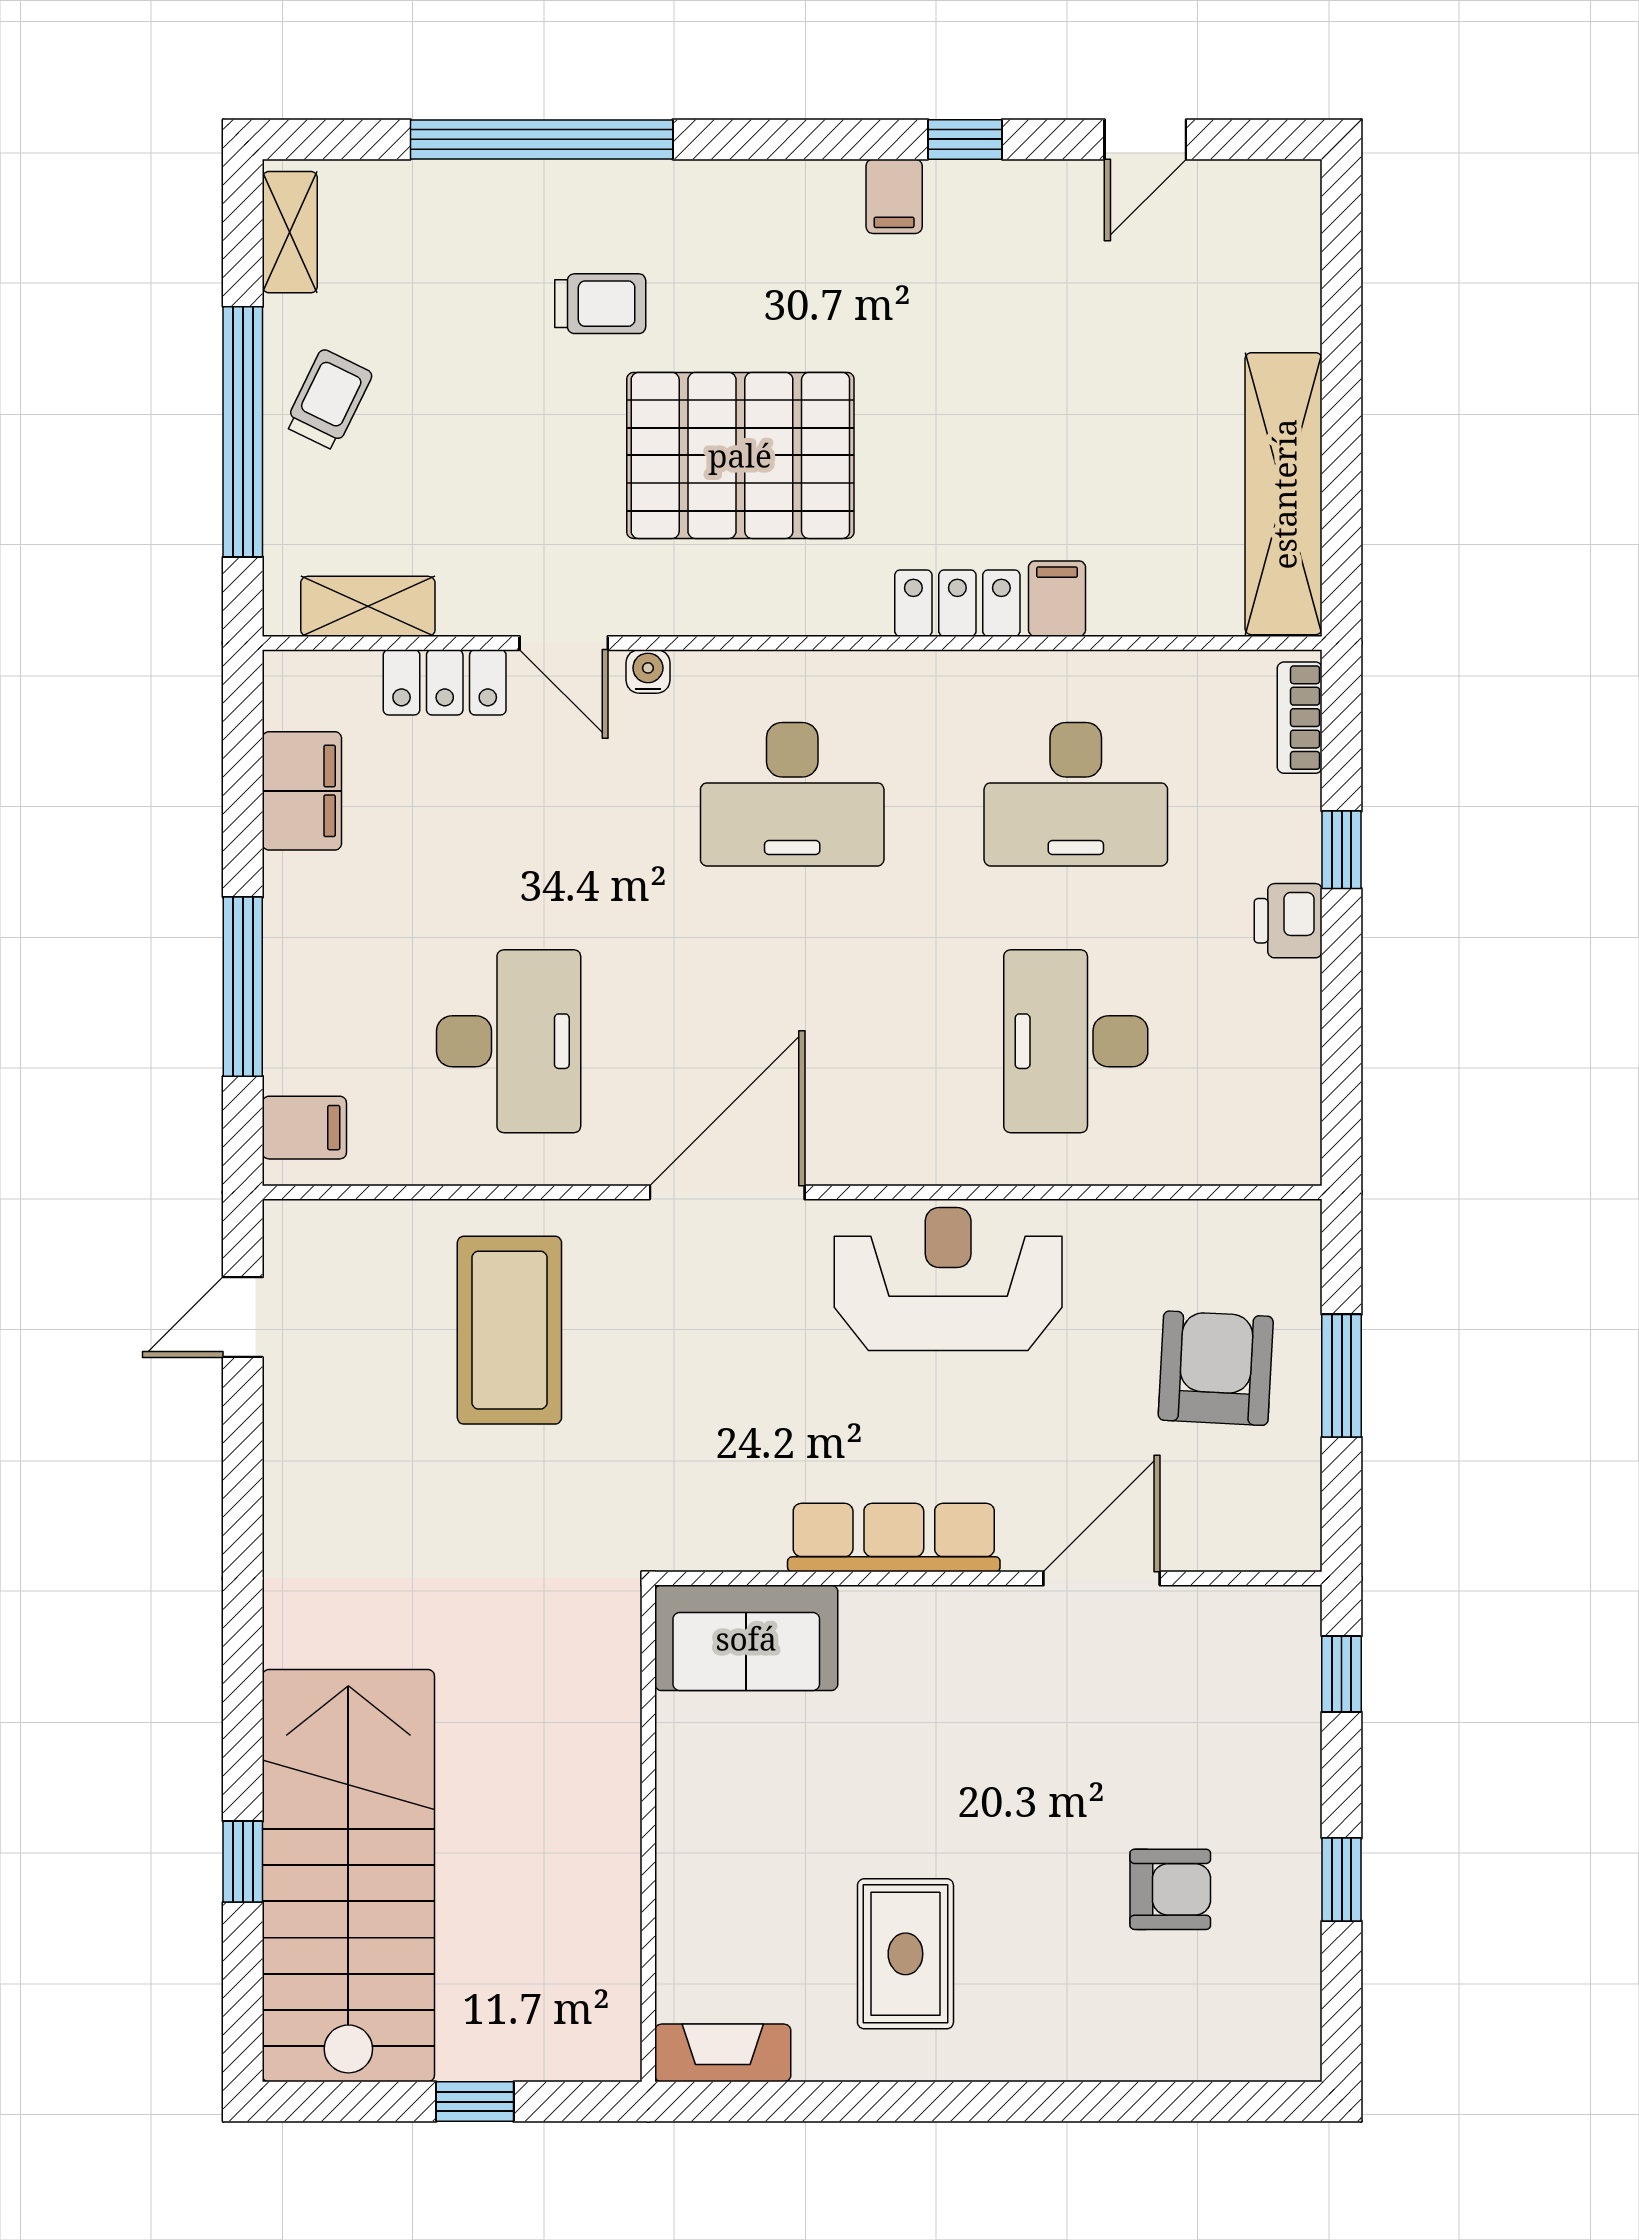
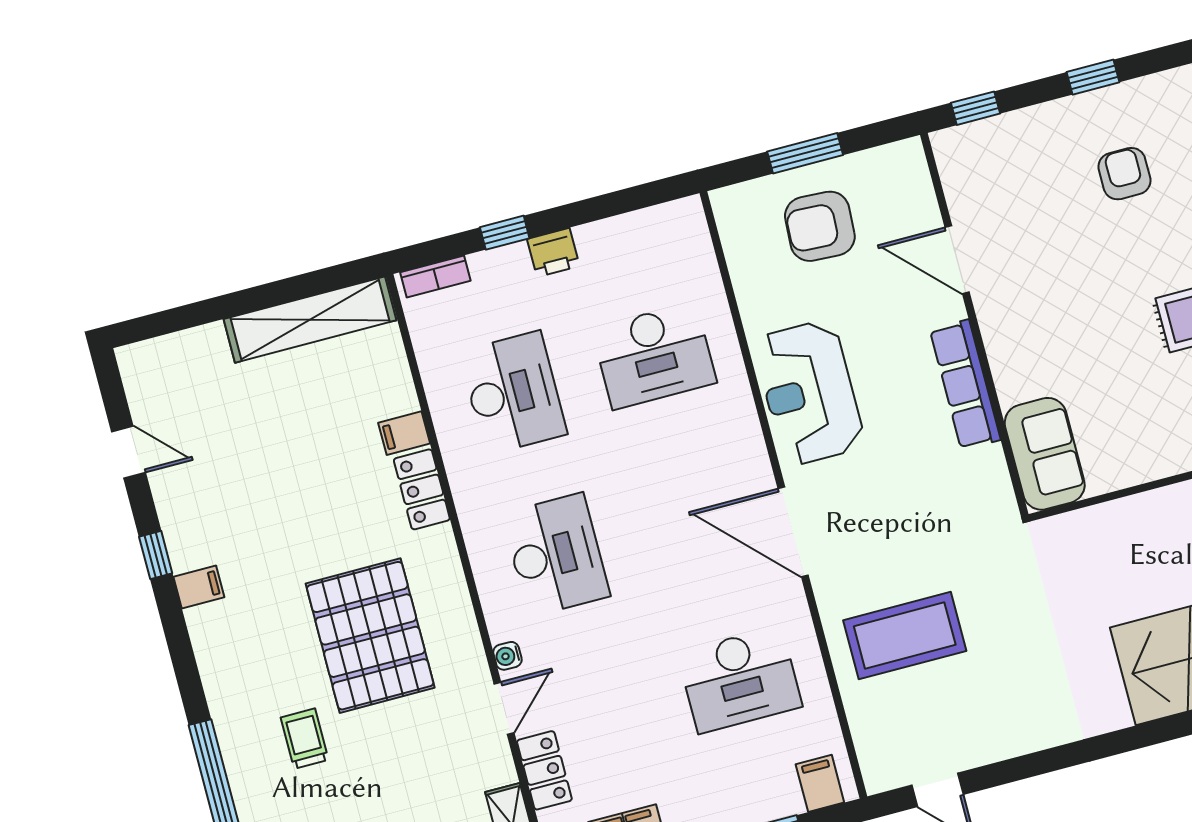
desk: (509, 1041) -> (740, 680), turned 180

